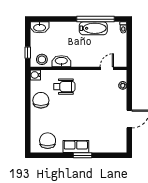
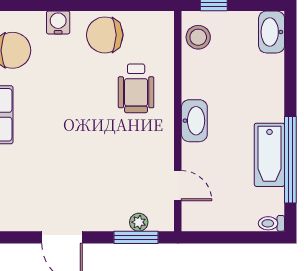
washbasin: (61, 61) -> (194, 121), moved
water cooler: (35, 75) -> (58, 22), moved
window: (129, 87) -> (136, 237), added
chair: (41, 100) -> (105, 35), turned 180

